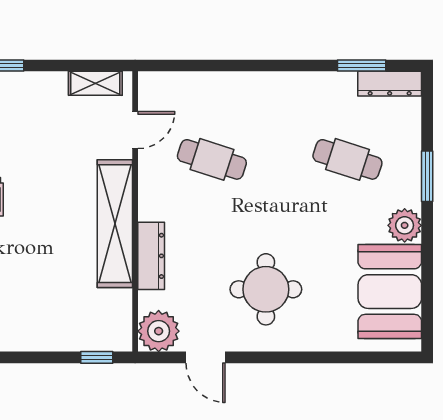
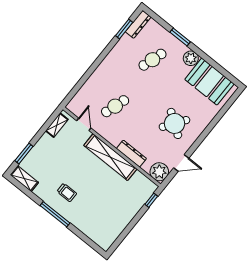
round table: (266, 289) -> (174, 123), turned 35

